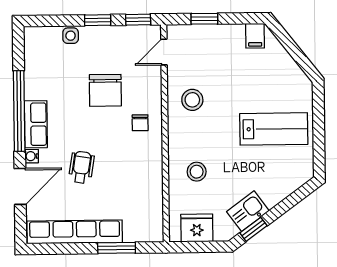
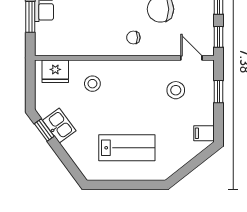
stool: (192, 100) -> (176, 90), moved
lab bench: (274, 129) -> (127, 148), turned -90
fridge: (197, 228) -> (55, 71), moved, turned 90

